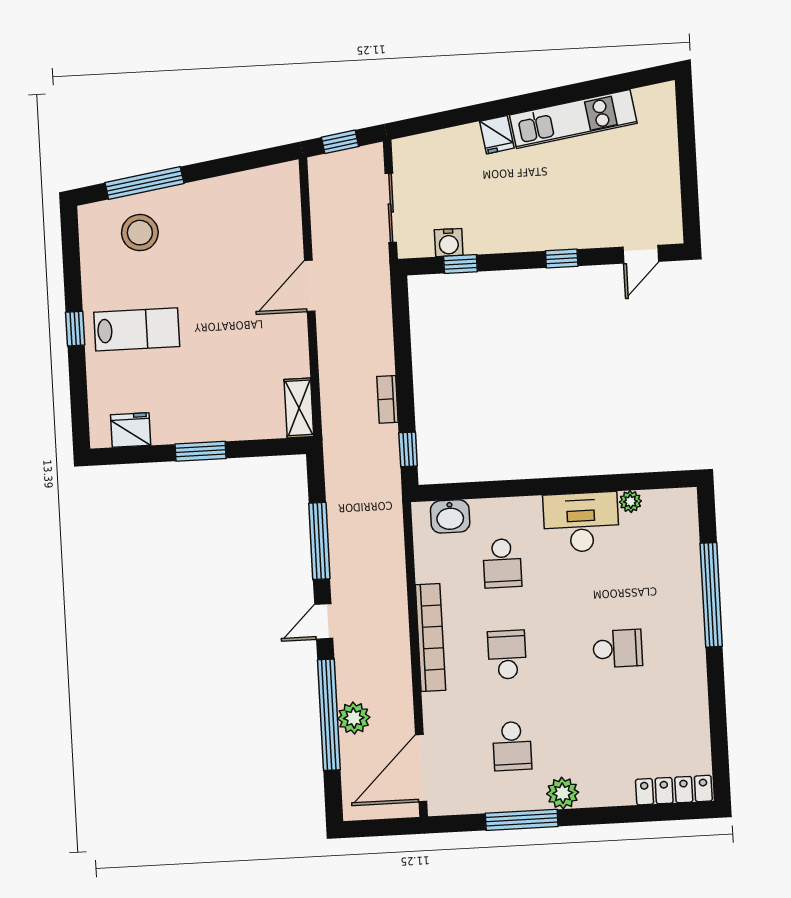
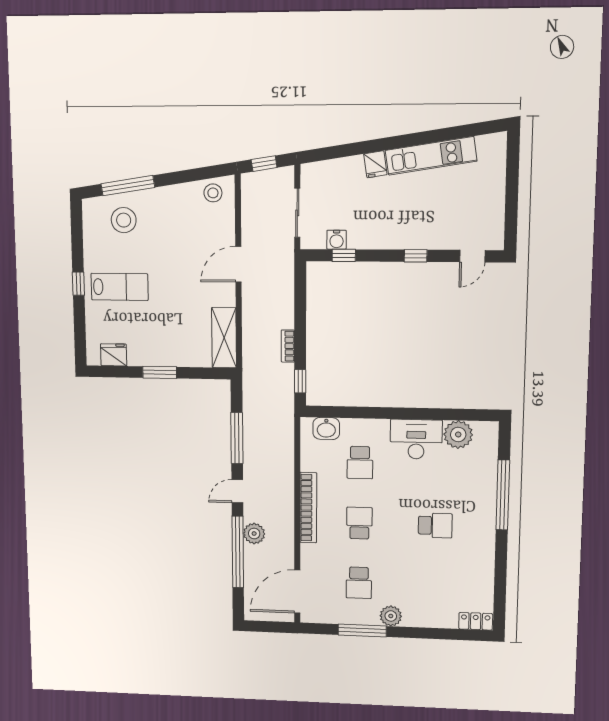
stool: (269, 187) -> (213, 193), added
shelving: (299, 408) -> (224, 338), width x1.50, depth x1.33
plant: (630, 501) -> (458, 434), width x1.88, depth x1.88
plant: (354, 718) -> (254, 534), moved
locker: (674, 790) -> (476, 621), width x0.66

